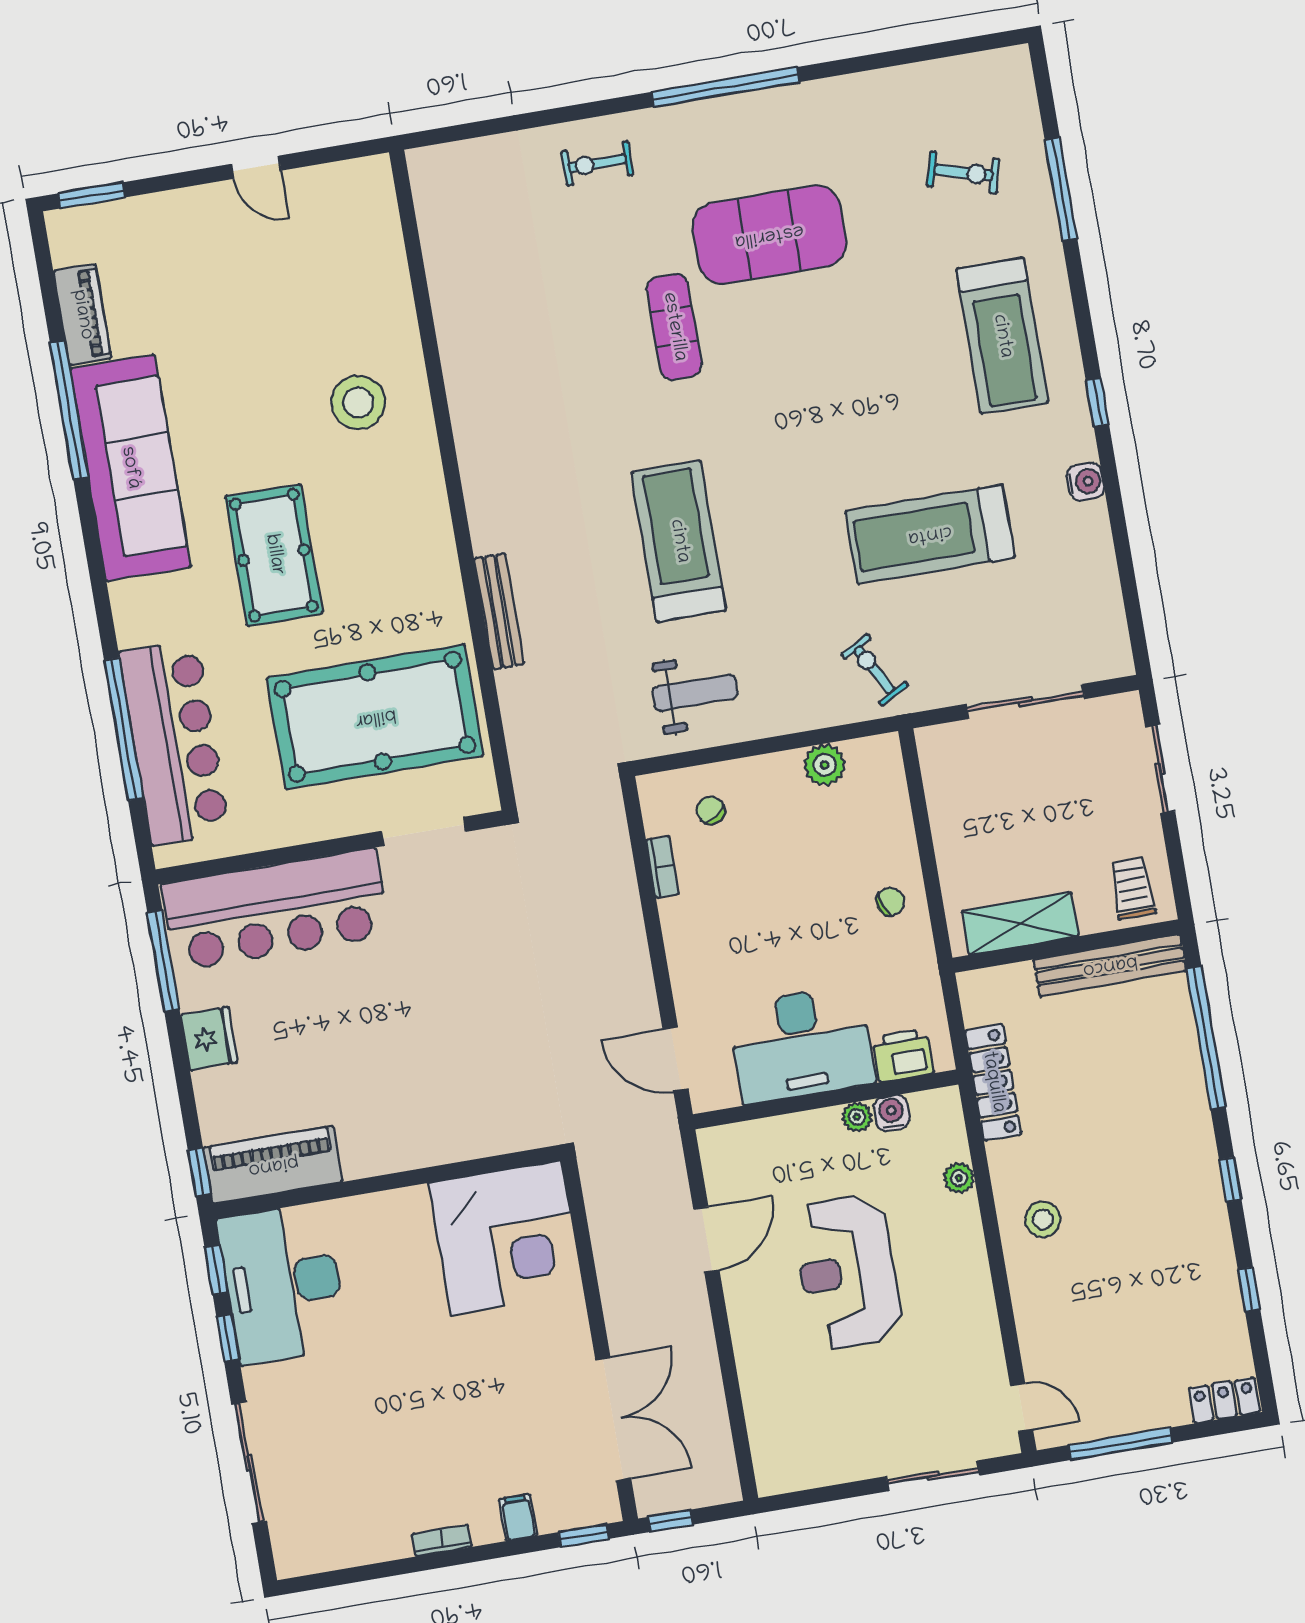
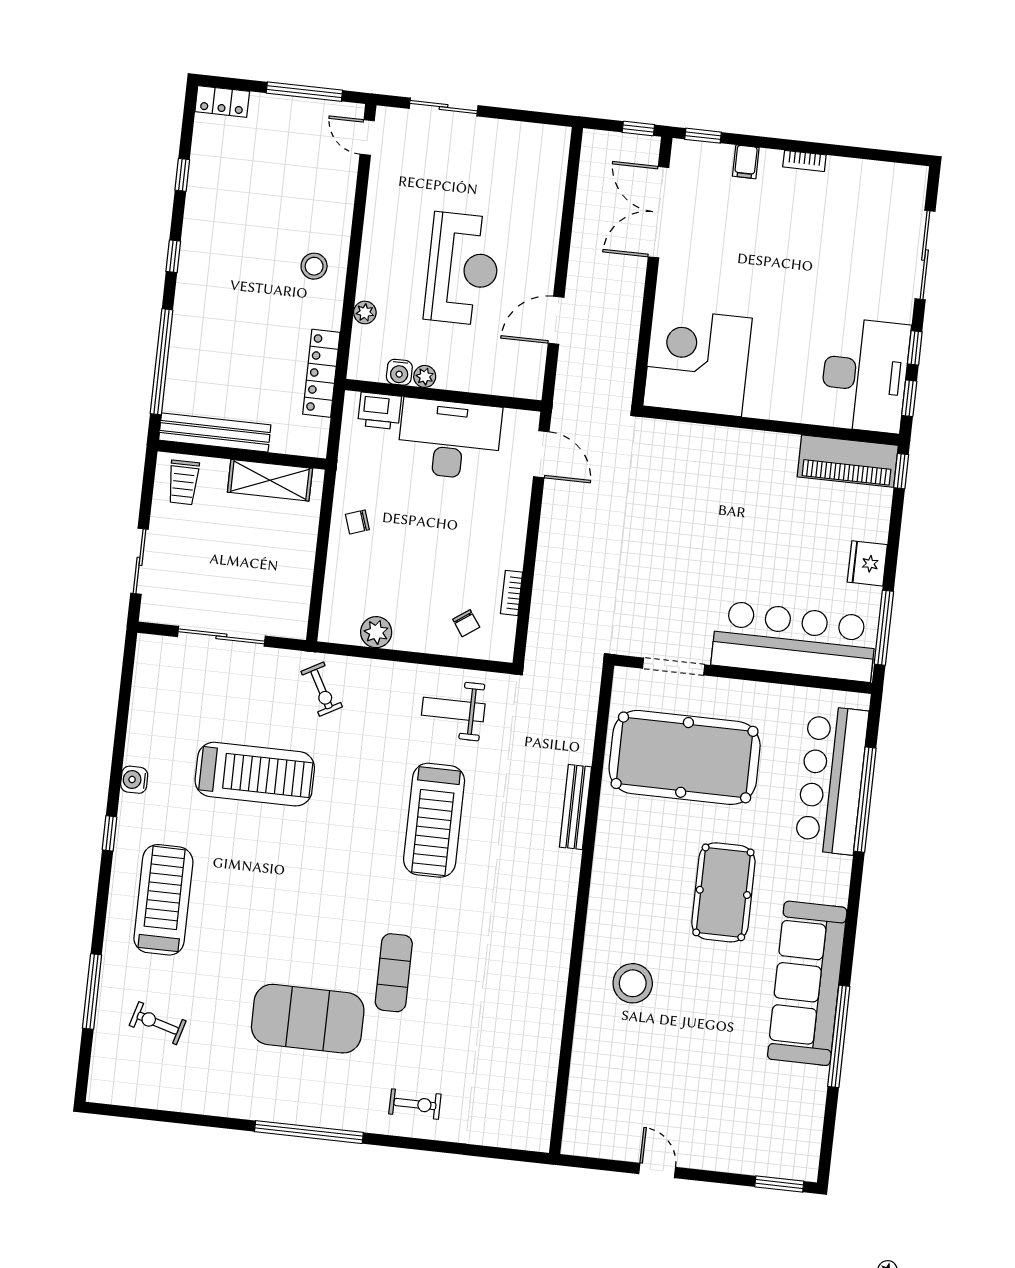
piano: (82, 315) -> (810, 1101), removed

